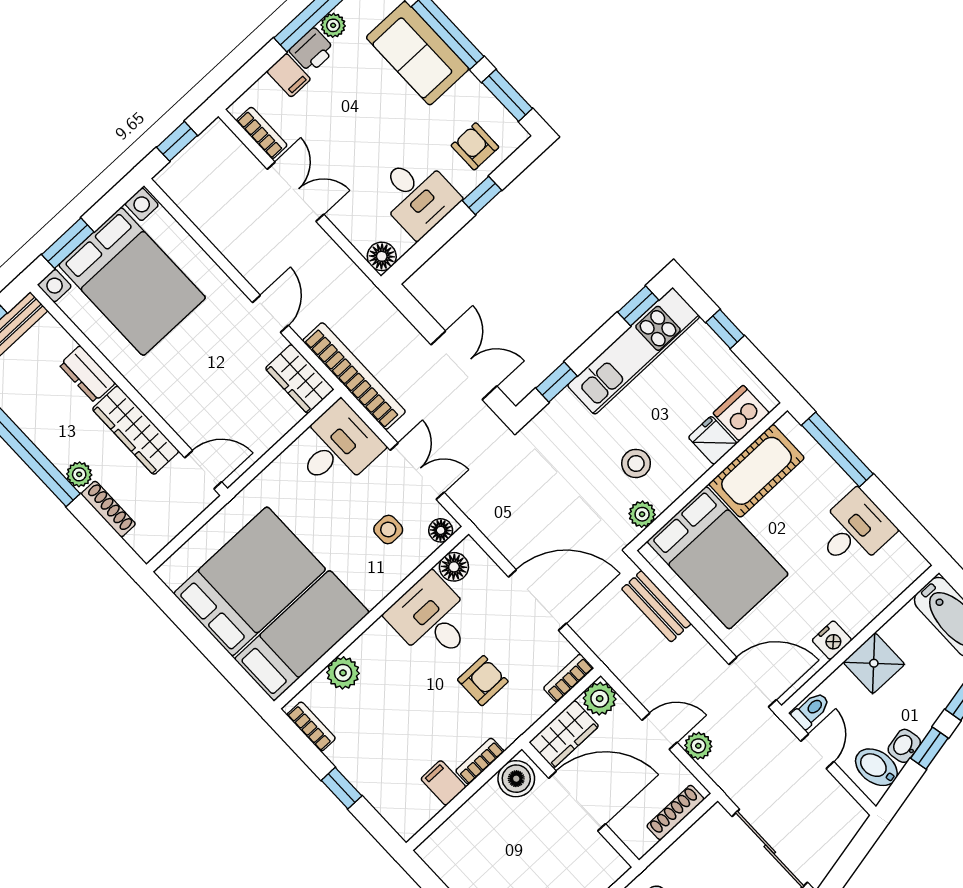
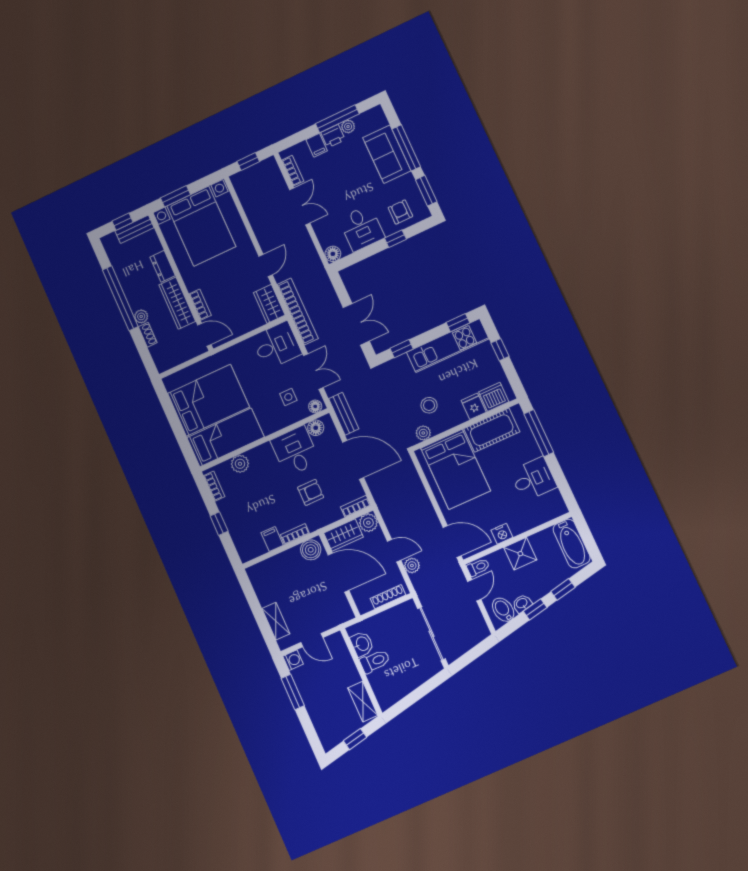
bookcase: (178, 420) -> (200, 305), added
shoe rack: (108, 509) -> (148, 335), width x0.70
bench: (656, 606) -> (344, 414), moved

